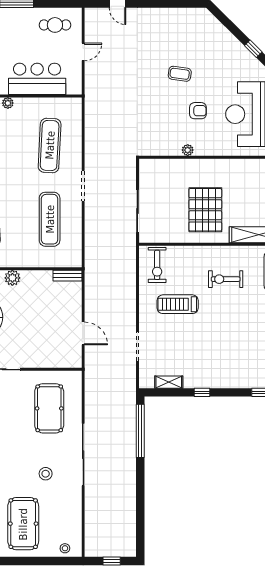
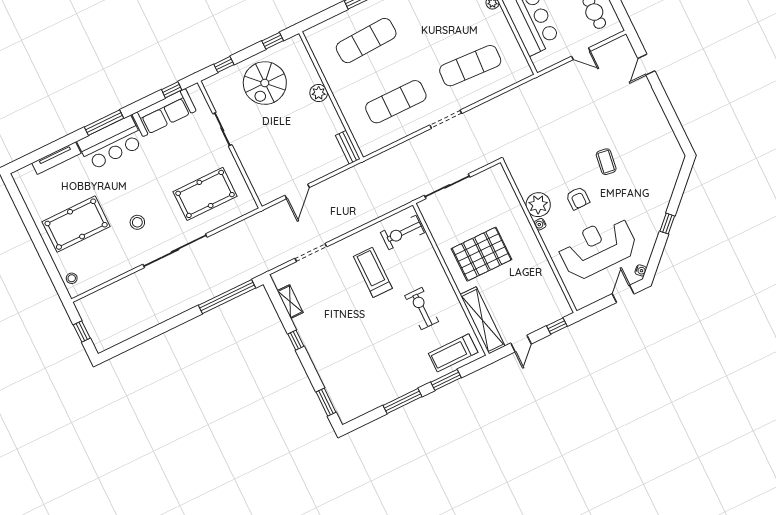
plant: (188, 150) -> (538, 205), width x1.88, depth x1.88
water cooler: (204, 151) -> (540, 224), added

